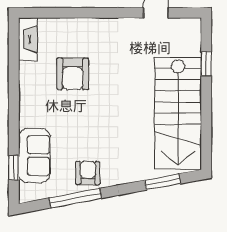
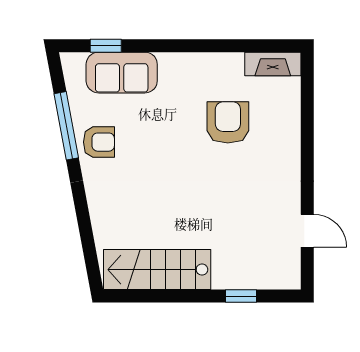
armchair: (73, 74) -> (228, 122), turned 90
stairs: (178, 113) -> (157, 270), width x0.73, depth x0.66
window: (162, 182) -> (87, 239), removed

